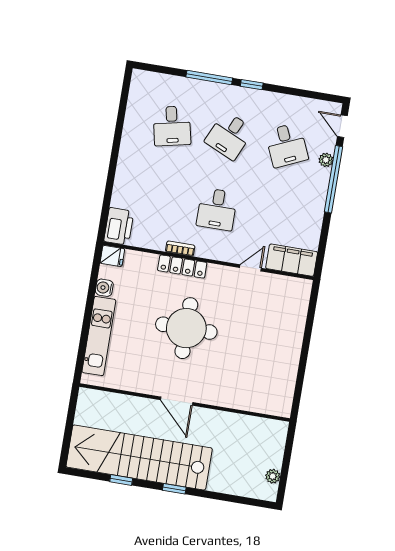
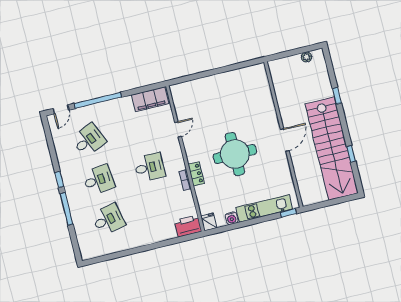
desk: (229, 136) -> (98, 180), turned -30
plant: (326, 160) -> (87, 111), removed
filing cabinet: (292, 260) -> (150, 99), moved, turned -90
locker: (182, 266) -> (196, 174), width x0.66
door: (250, 268) -> (178, 129), swing flipped
window: (79, 365) -> (288, 213), added
window: (174, 489) -> (337, 96), moved

